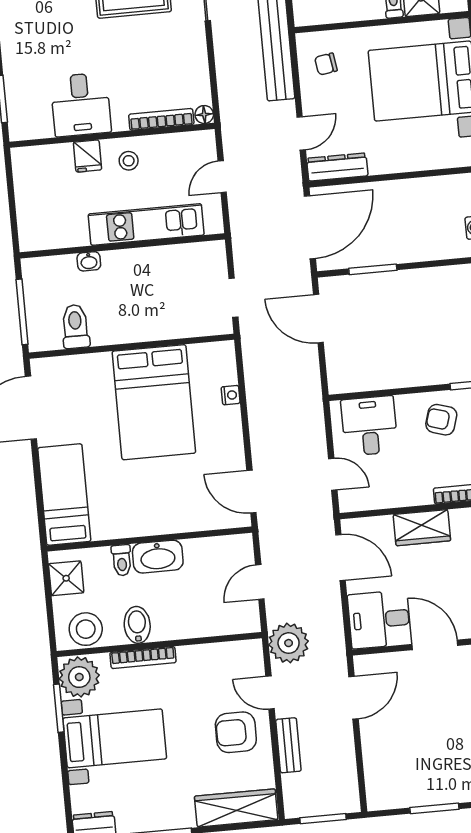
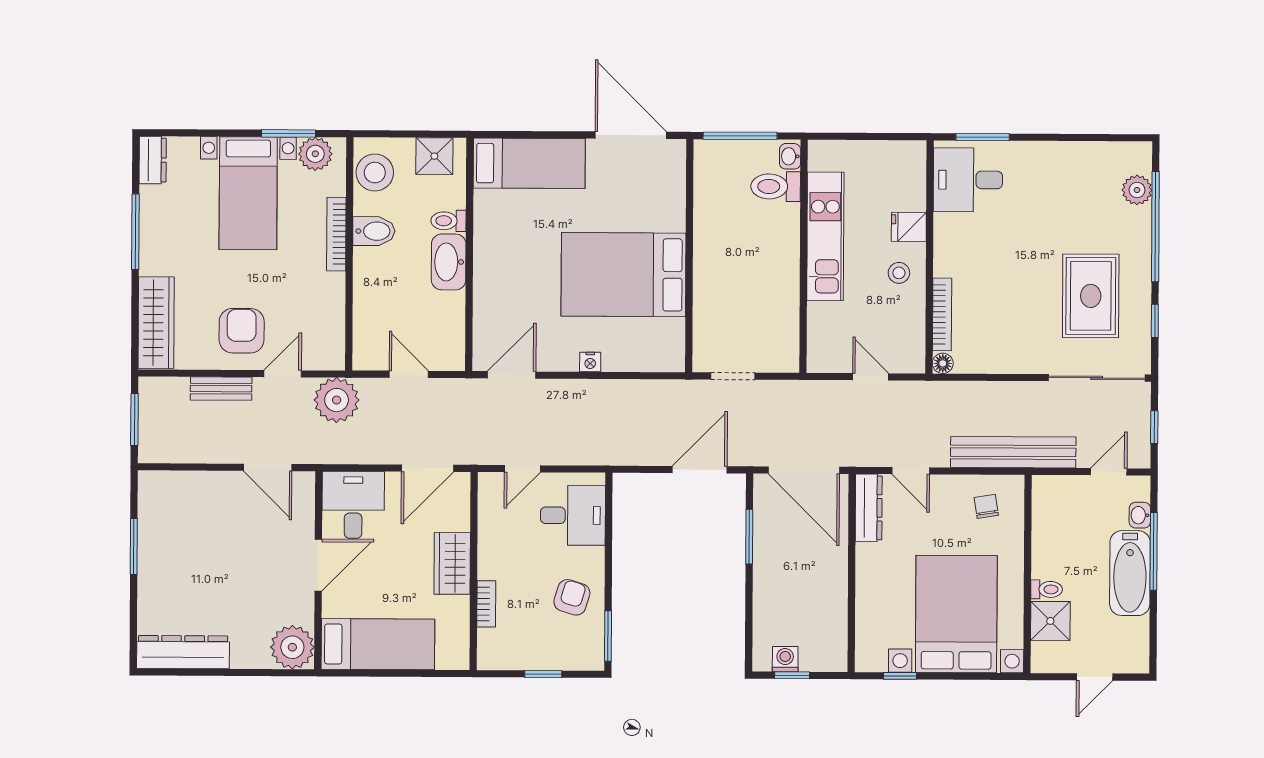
desk: (81, 105) -> (968, 180), moved
kitchen unit: (146, 224) -> (825, 236), moved
washbasin: (89, 261) -> (790, 156), moved
toilet: (75, 326) -> (776, 186), moved, turned 180
nightstand: (231, 395) -> (590, 362), moved
plant: (79, 677) -> (315, 154), width x0.73, depth x0.73

